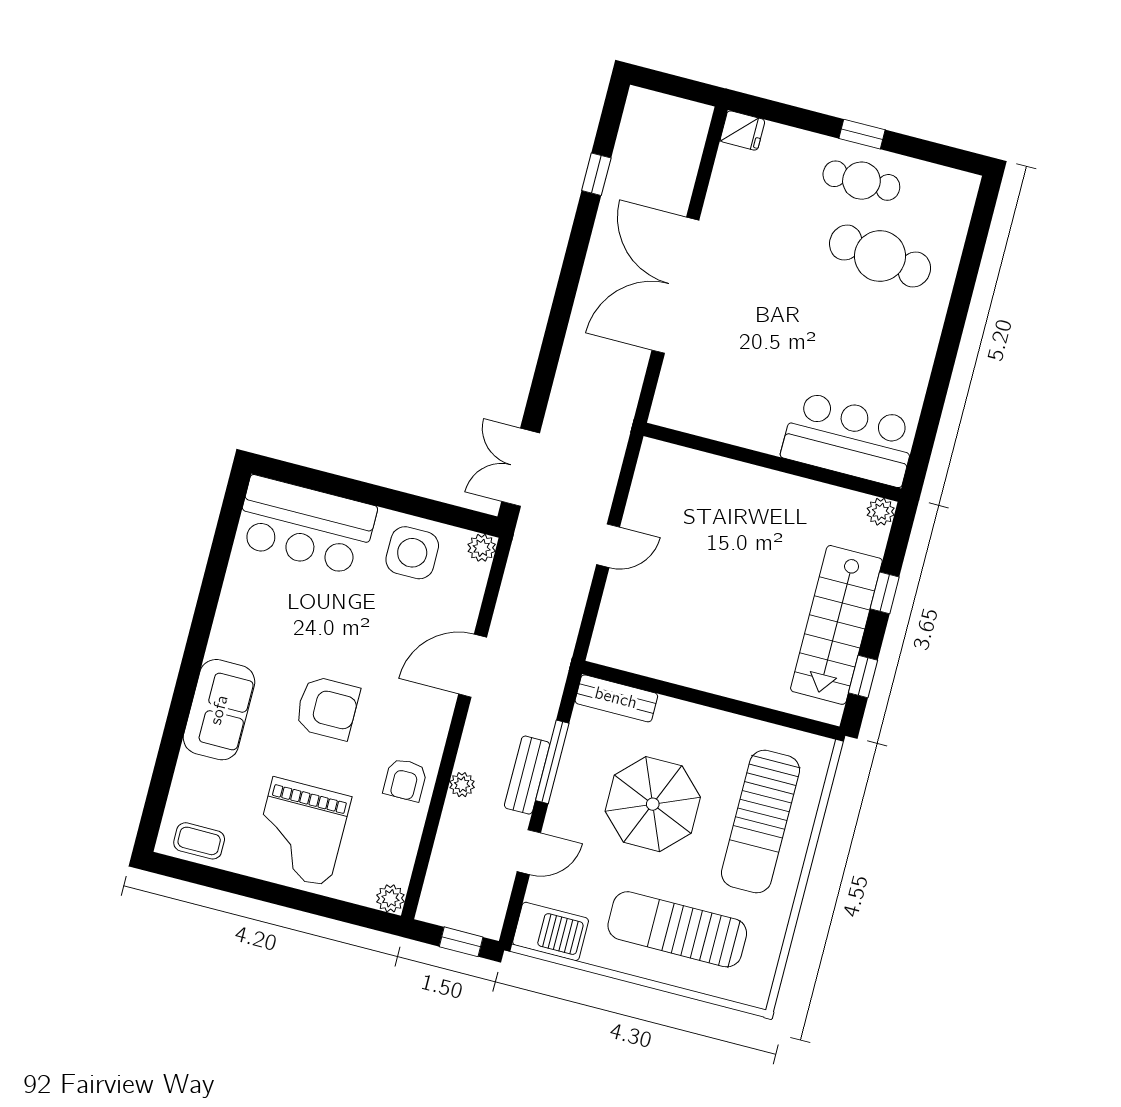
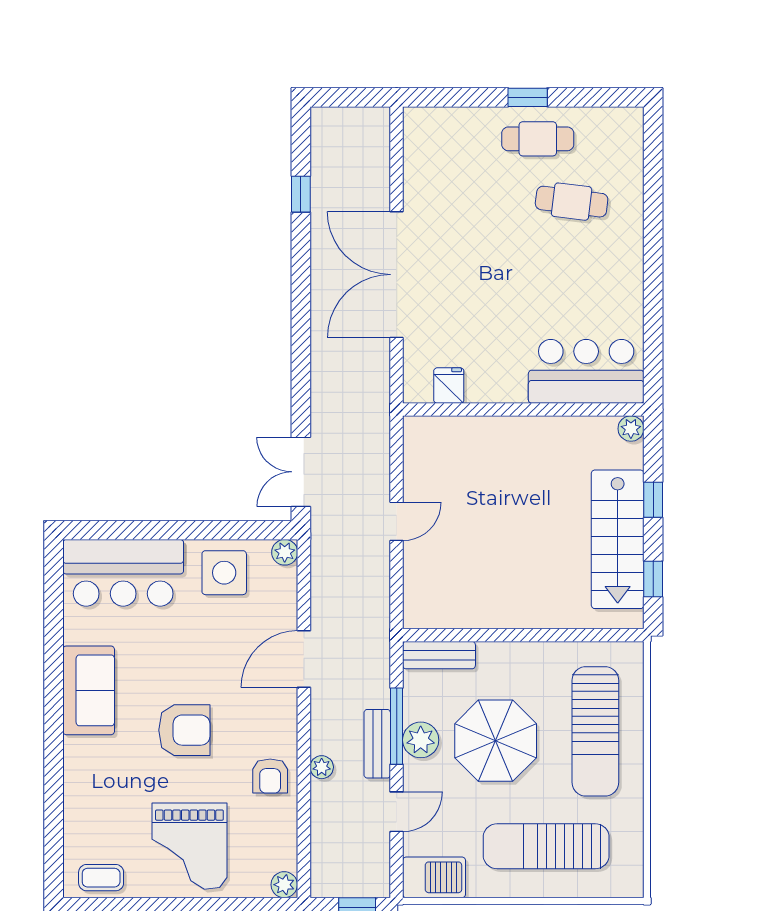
fridge: (742, 131) -> (449, 386), moved, turned -90
cafe table: (880, 256) -> (572, 202), width x0.73, depth x0.74
sofa: (219, 710) -> (89, 690), moved
plant: (574, 783) -> (421, 740), added

